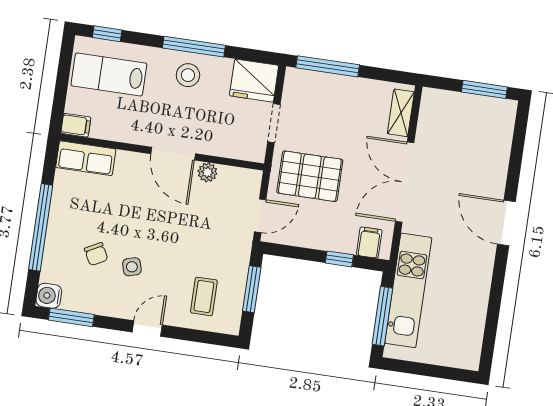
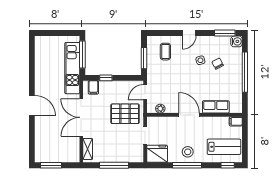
window: (328, 66) -> (114, 165), moved
row of seats: (86, 158) -> (216, 107), moved
plant: (207, 172) -> (160, 109), moved
double door: (405, 182) -> (81, 117), swing flipped

